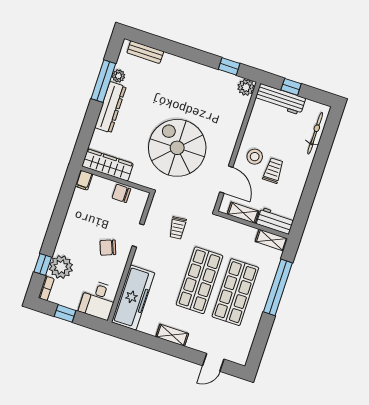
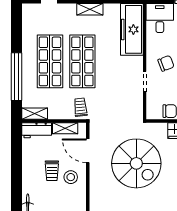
trolley: (178, 228) -> (80, 107), moved

